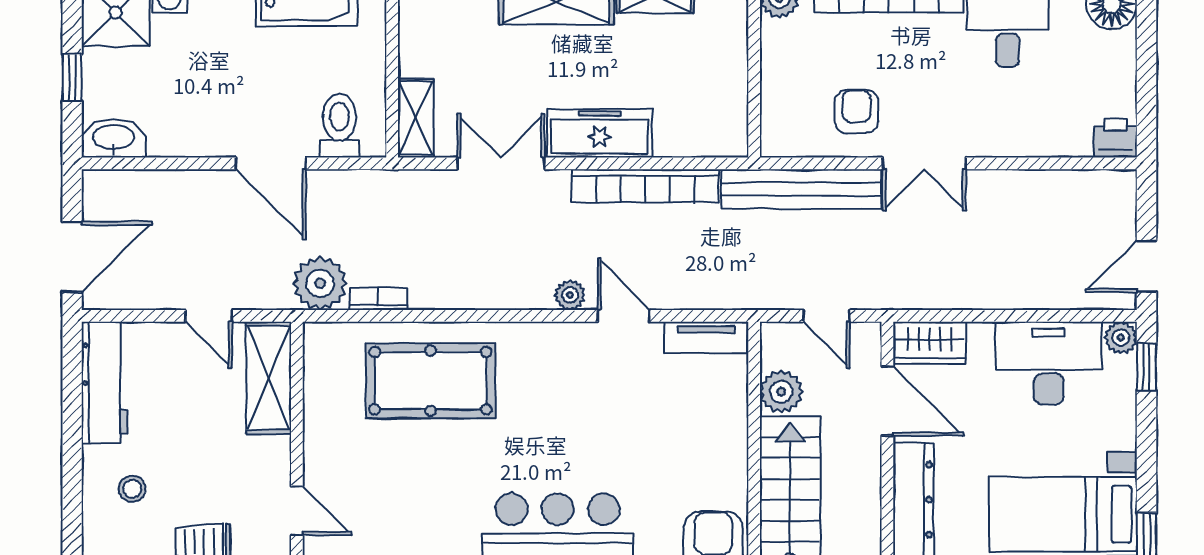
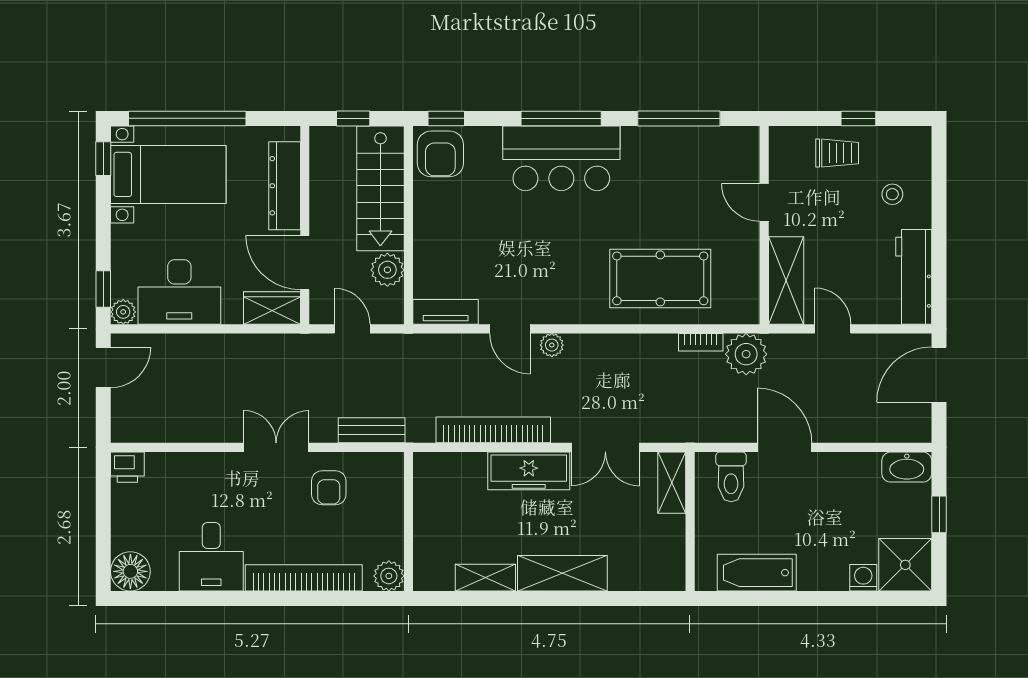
bench: (801, 189) -> (372, 430), width x0.54, depth x0.82
door: (297, 511) -> (764, 202), moved

